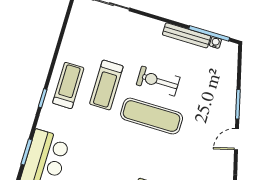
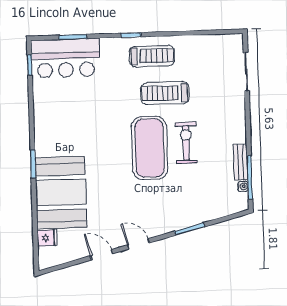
bench: (187, 35) -> (240, 162), width x0.73
exercise mat: (152, 116) -> (149, 148), width x1.47
door: (237, 139) -> (138, 244), moved

